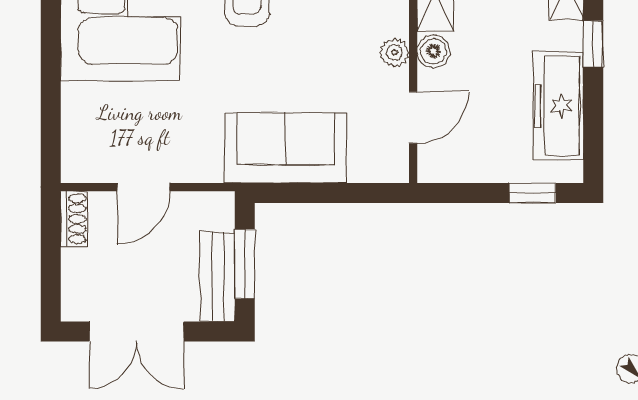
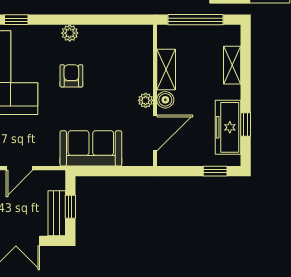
window: (593, 44) -> (246, 125), moved
door: (413, 117) -> (155, 133), width x1.38
window: (245, 264) -> (70, 207), width x0.67

